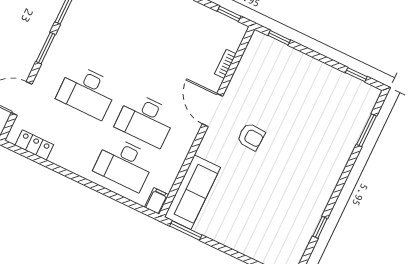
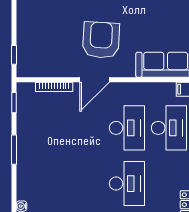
bookcase: (225, 64) -> (54, 87), width x1.56
armchair: (251, 137) -> (101, 40), width x1.88, depth x1.88

